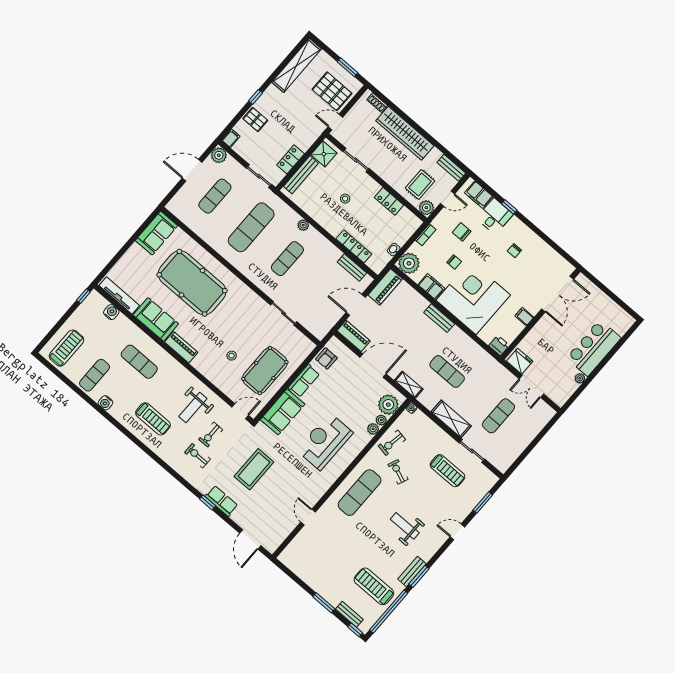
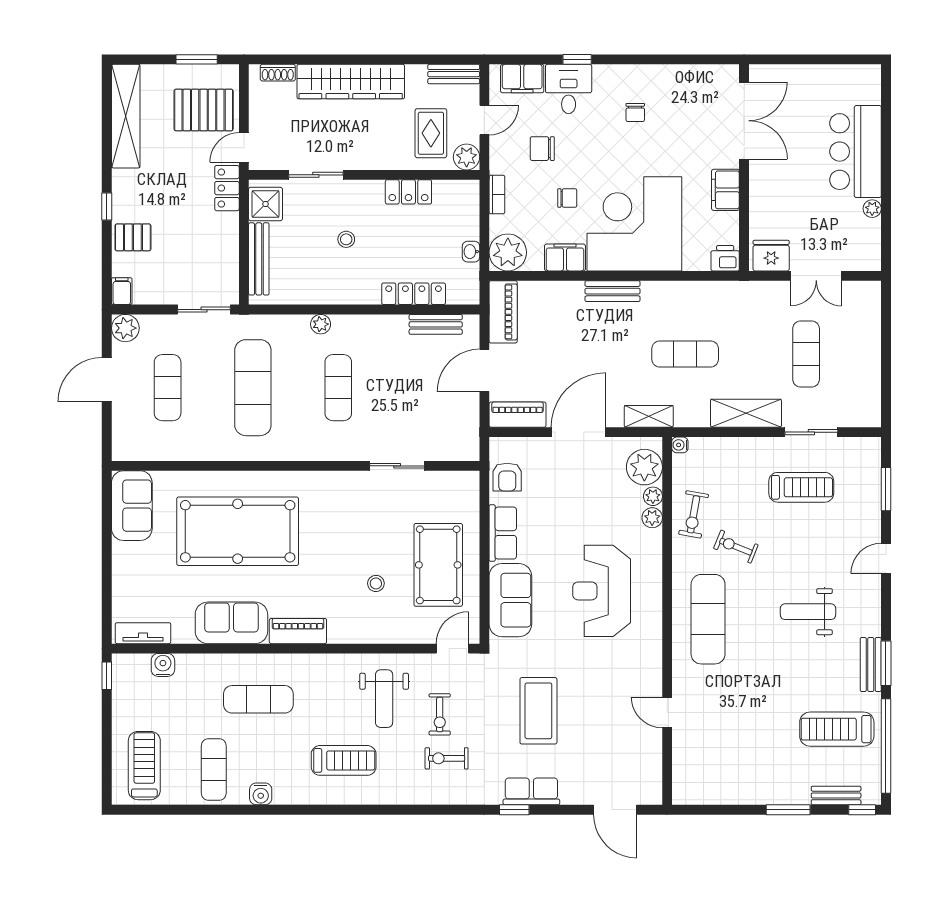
locker: (291, 159) -> (227, 188), moved
tv unit: (119, 295) -> (143, 633), width x0.71
filing cabinet: (524, 317) -> (725, 190), width x2.00

